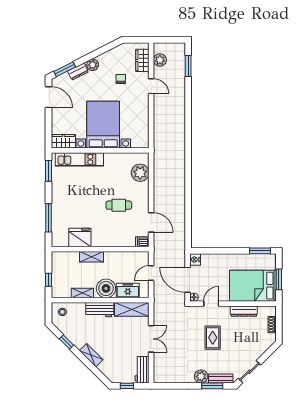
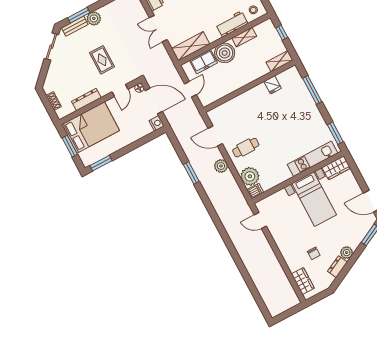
plant: (160, 60) -> (221, 166), moved
window: (188, 66) -> (191, 173), moved
dresser: (78, 71) -> (337, 267), moved
door: (151, 86) -> (260, 220), moved
bed with nightstands: (103, 125) -> (314, 199), width x0.73
cafe table: (119, 205) -> (246, 148), moved
fridge: (80, 238) -> (273, 85), width x0.53, depth x0.75
dishwasher: (142, 242) -> (255, 191), moved
shelving: (92, 257) -> (280, 61), moved
workbench: (100, 310) -> (232, 24), moved

